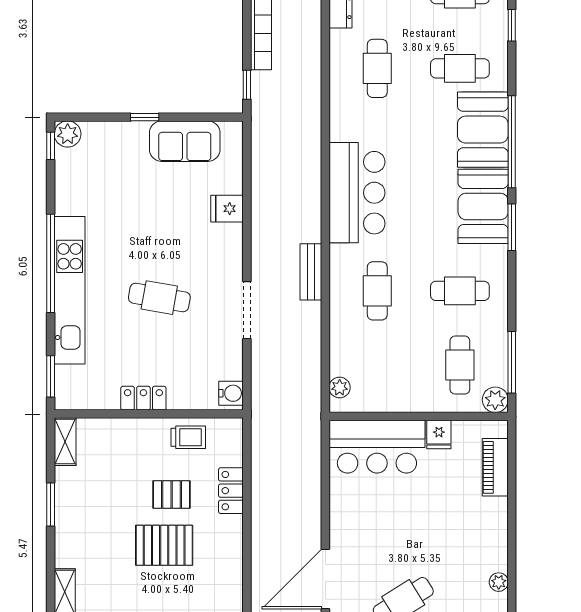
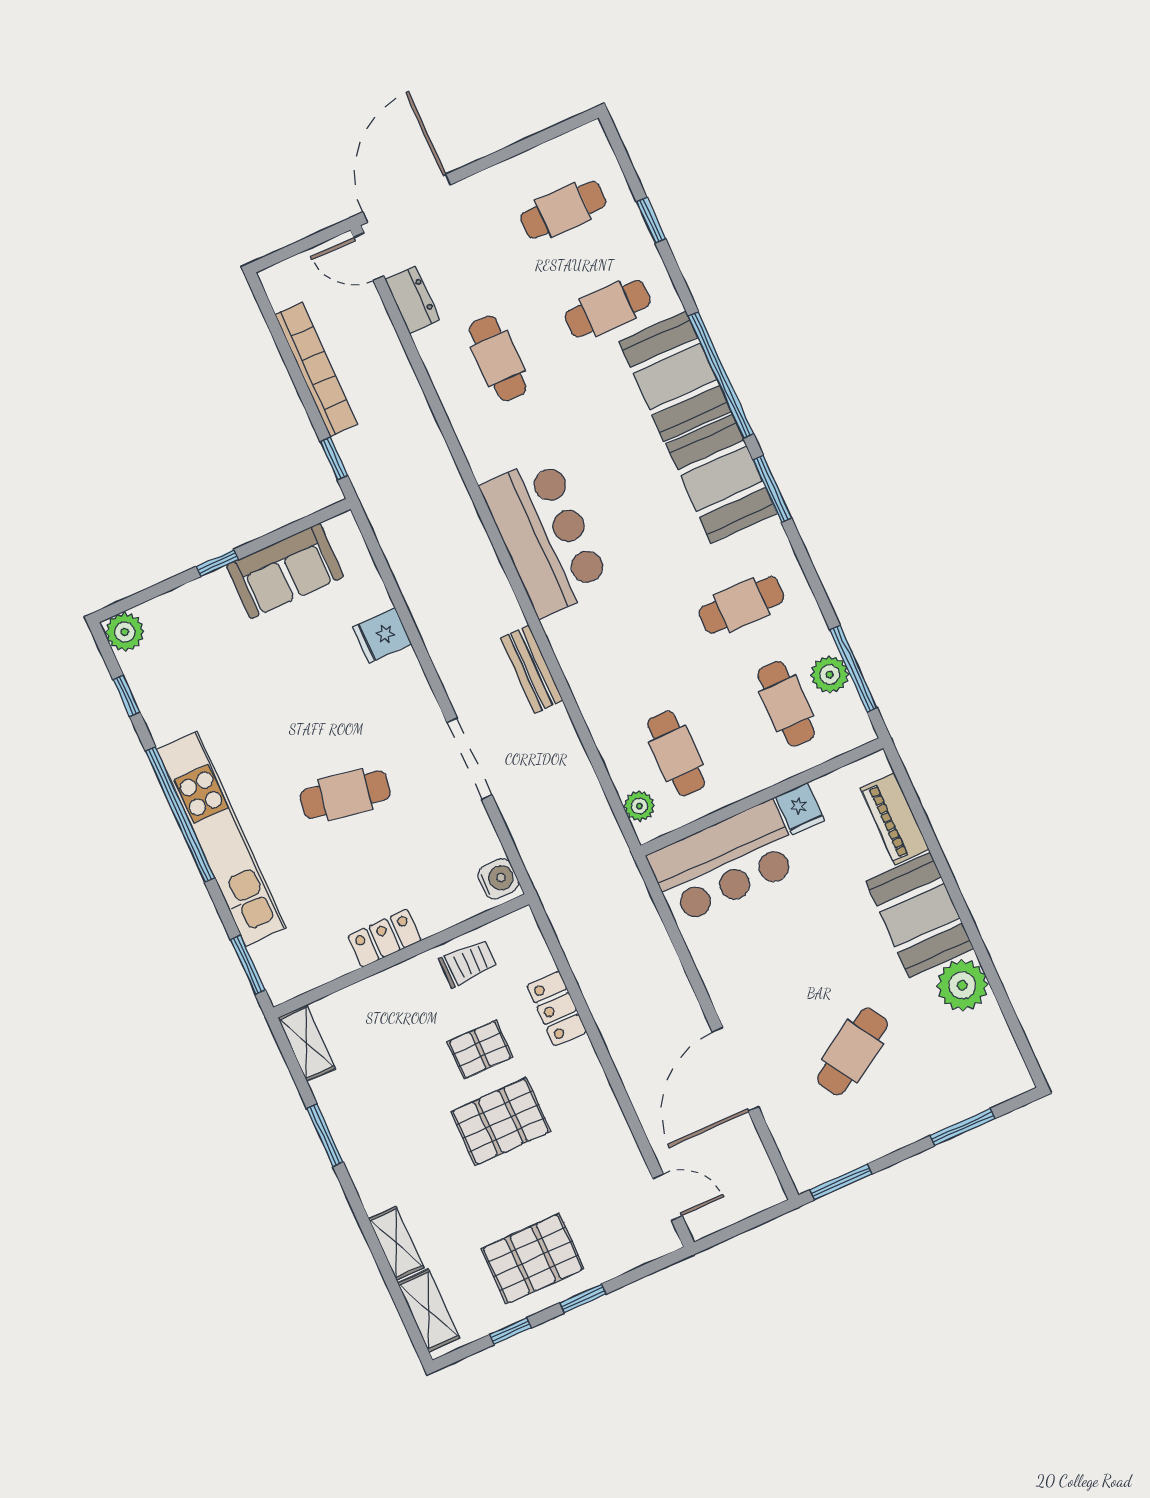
window: (51, 146) -> (126, 696), moved
cafe table: (377, 291) -> (676, 753), moved
plant: (495, 400) -> (830, 675), moved
booth: (484, 534) -> (920, 915), added
plant: (499, 582) -> (962, 985), width x1.87, depth x1.87

